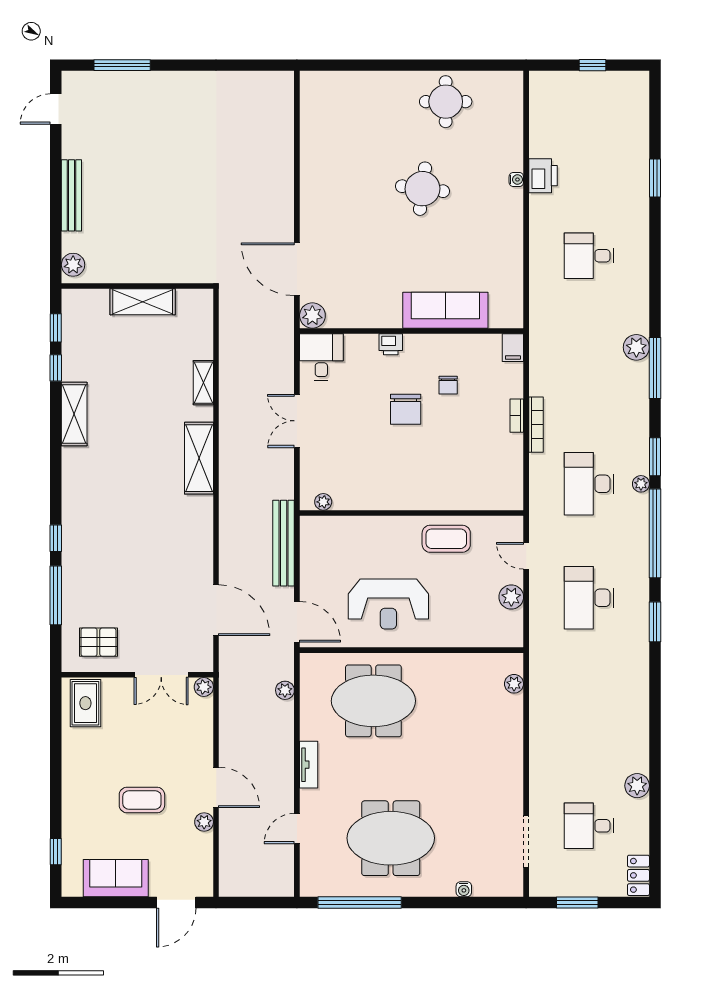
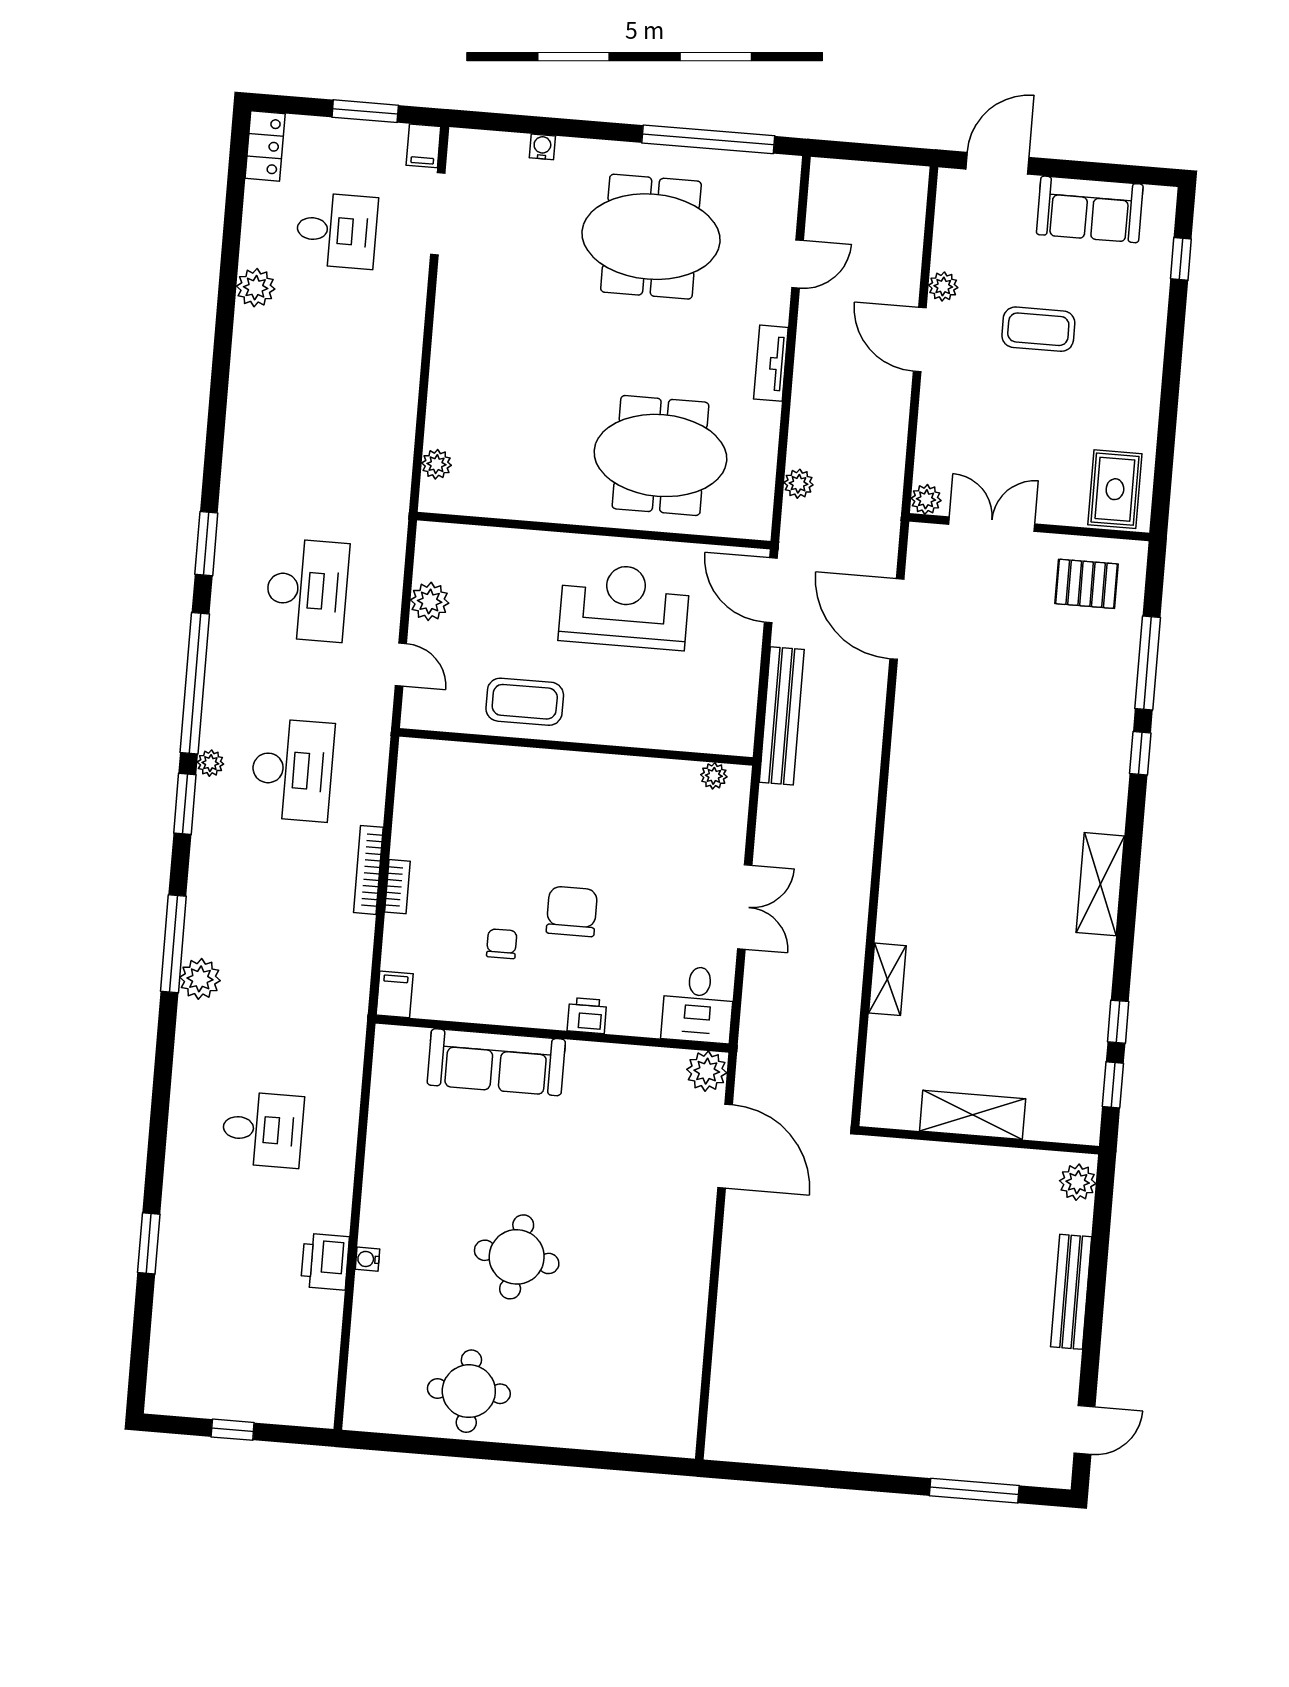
shelving: (74, 414) -> (1100, 884), moved
shelving: (199, 458) -> (904, 861), removed
filing cabinet: (539, 884) -> (423, 146), added

